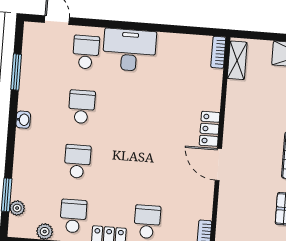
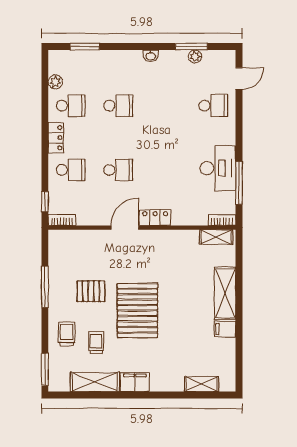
window: (177, 29) -> (239, 183), added
desk: (129, 50) -> (218, 168), moved
school desk: (82, 107) -> (118, 170), moved
plant: (17, 208) -> (195, 57), moved

